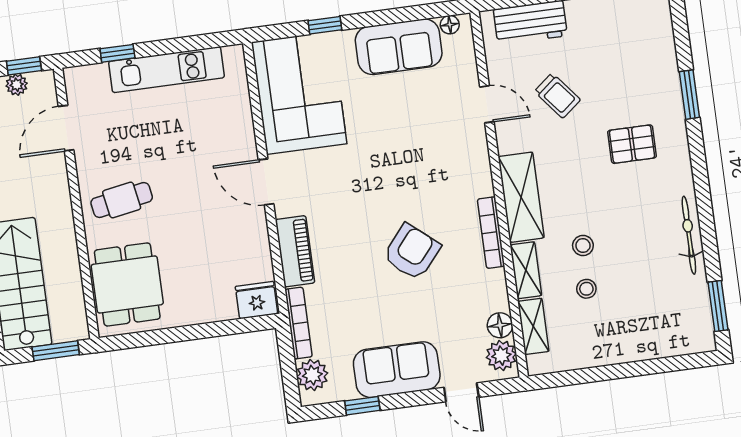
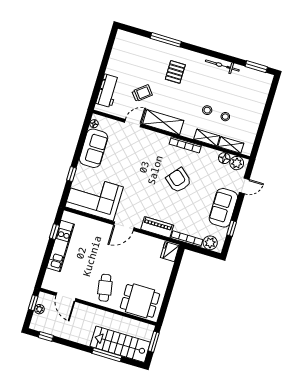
window: (117, 53) -> (54, 232), moved
window: (689, 95) -> (166, 40), width x1.44
shelving: (521, 197) -> (163, 122), moved

